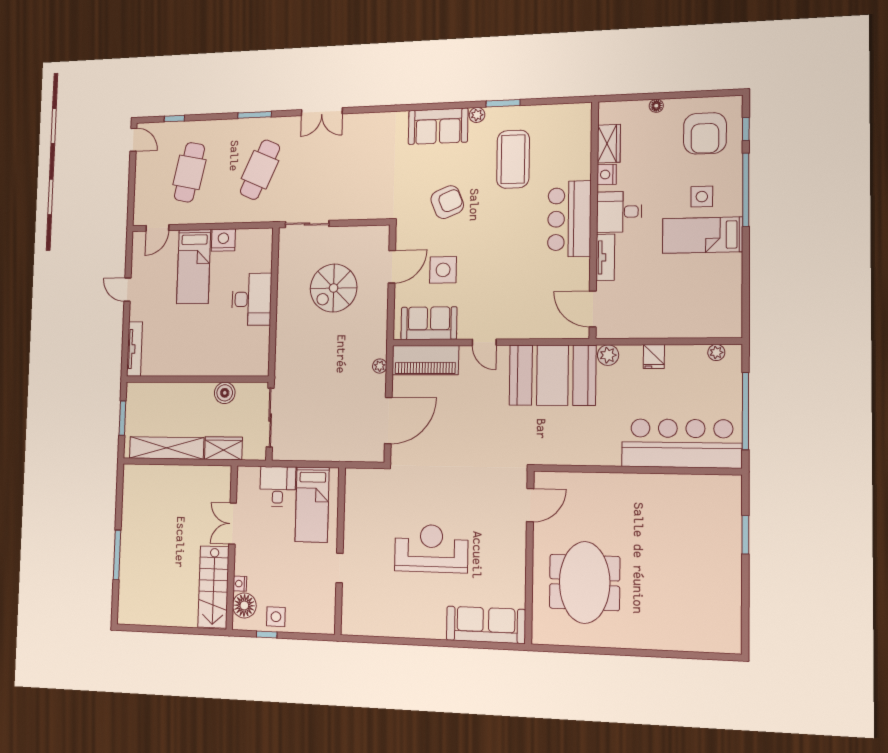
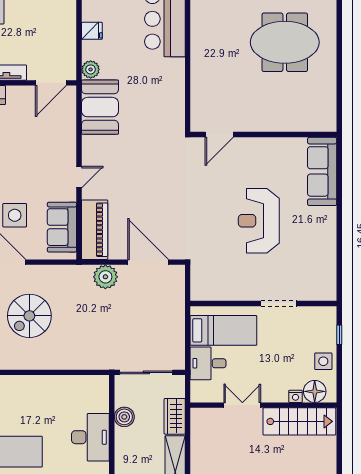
spiral stairs: (334, 288) -> (29, 316), turned 90
desk: (252, 299) -> (90, 437), moved, turned 90
plant: (380, 366) -> (105, 277), width x1.87, depth x1.87
booth: (552, 375) -> (100, 107), width x0.73, depth x0.70
door: (530, 505) -> (219, 135), swing flipped
double door: (233, 524) -> (242, 405), swing flipped
doorway: (339, 568) -> (278, 303), width x1.38
meeting table: (585, 582) -> (285, 42), moved
window: (267, 634) -> (339, 335), moved

